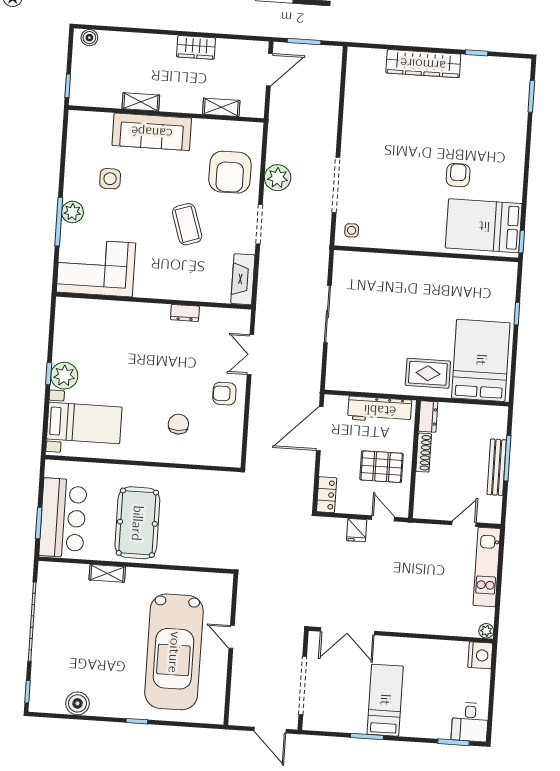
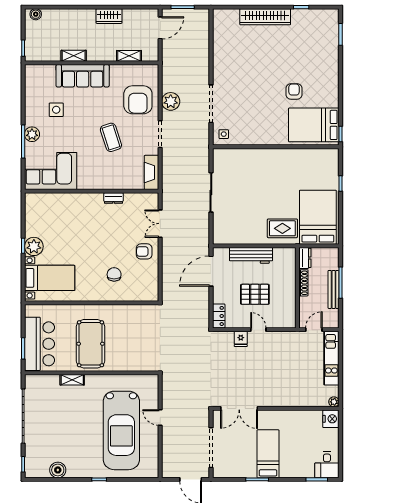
dresser: (428, 417) -> (305, 258), moved
shoe rack: (424, 453) -> (303, 283), moved
wall: (414, 459) -> (297, 288), moved

